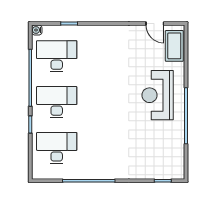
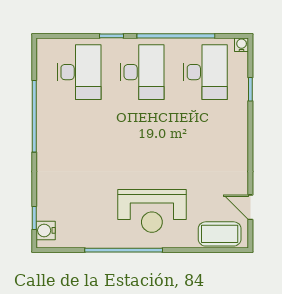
door: (155, 24) -> (250, 207), hinge flipped
reception desk: (158, 95) -> (152, 211), turned 180
water cooler: (172, 172) -> (46, 230), added

